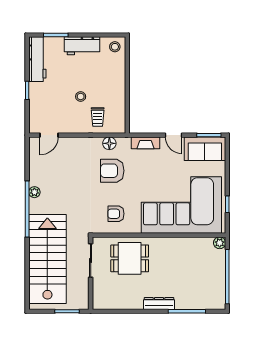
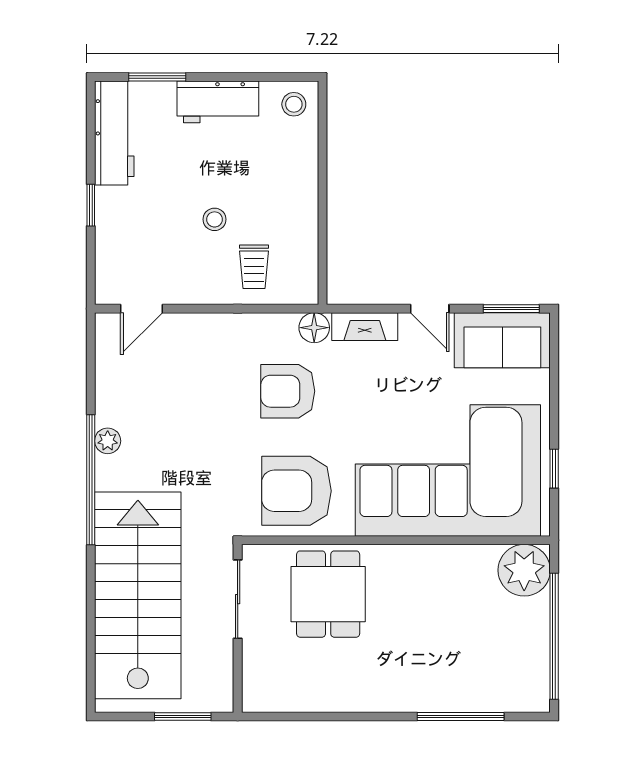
floor lamp: (109, 143) -> (314, 328), moved
armchair: (116, 214) -> (296, 491), width x1.88, depth x1.88
plant: (220, 243) -> (524, 570), width x1.87, depth x1.87
dining table: (130, 258) -> (328, 594), turned 90
dresser: (159, 304) -> (396, 699), removed

